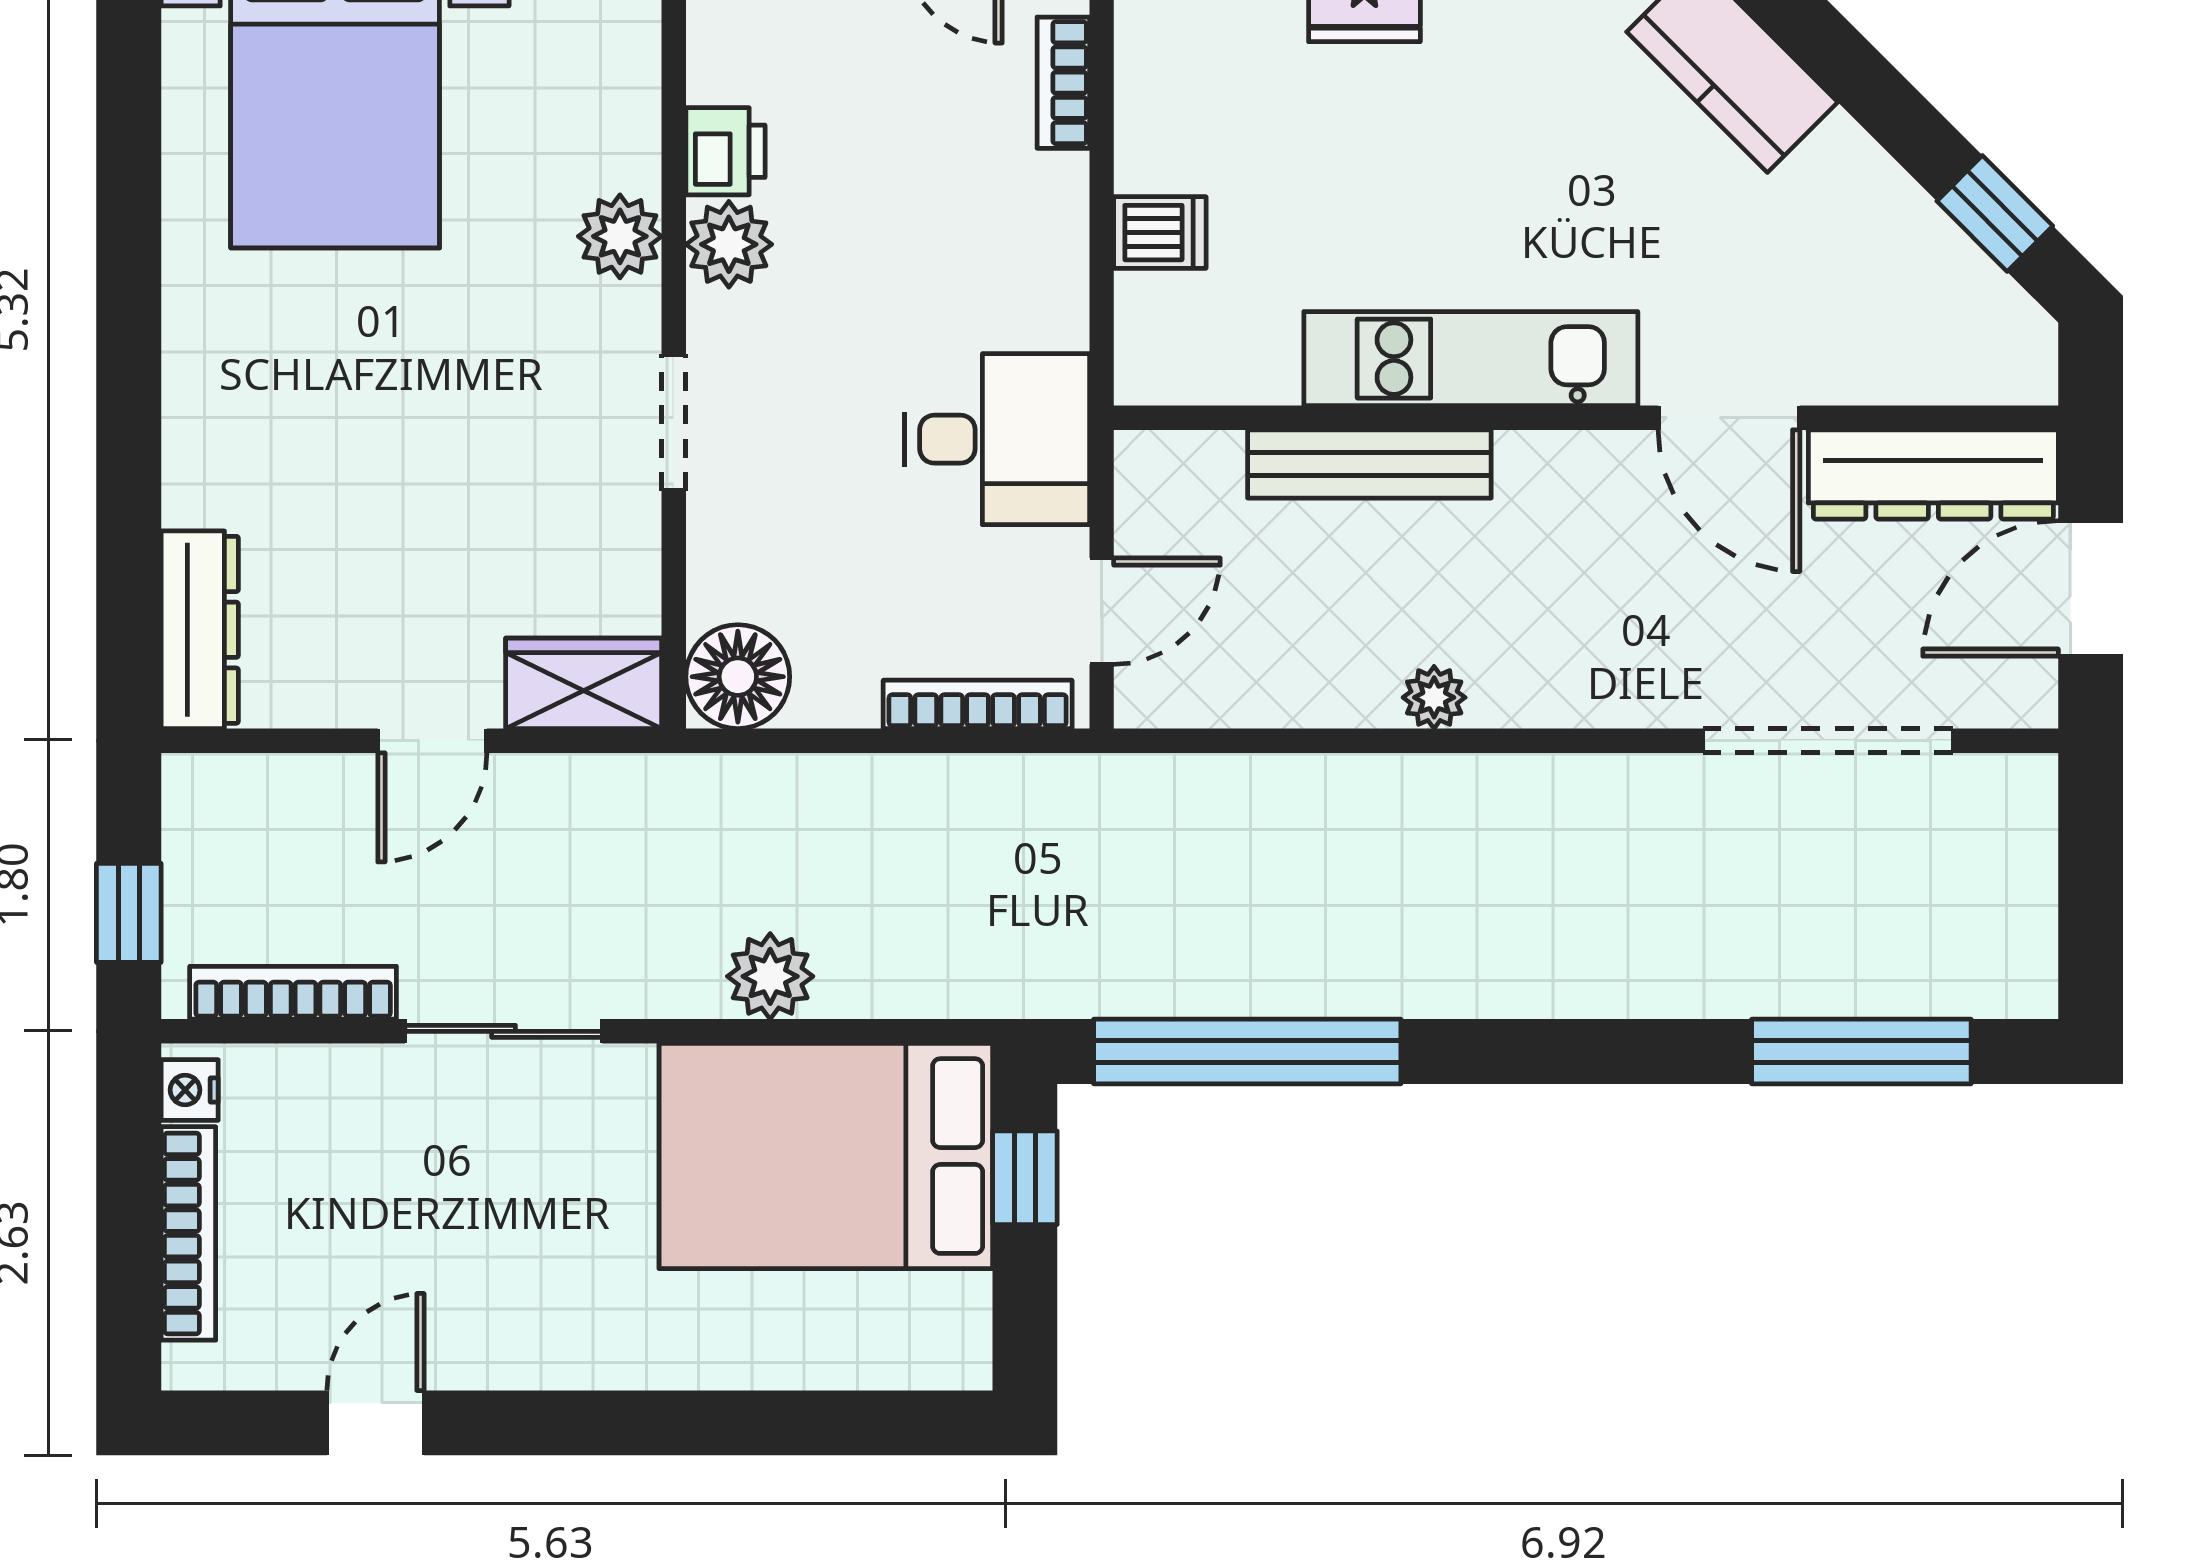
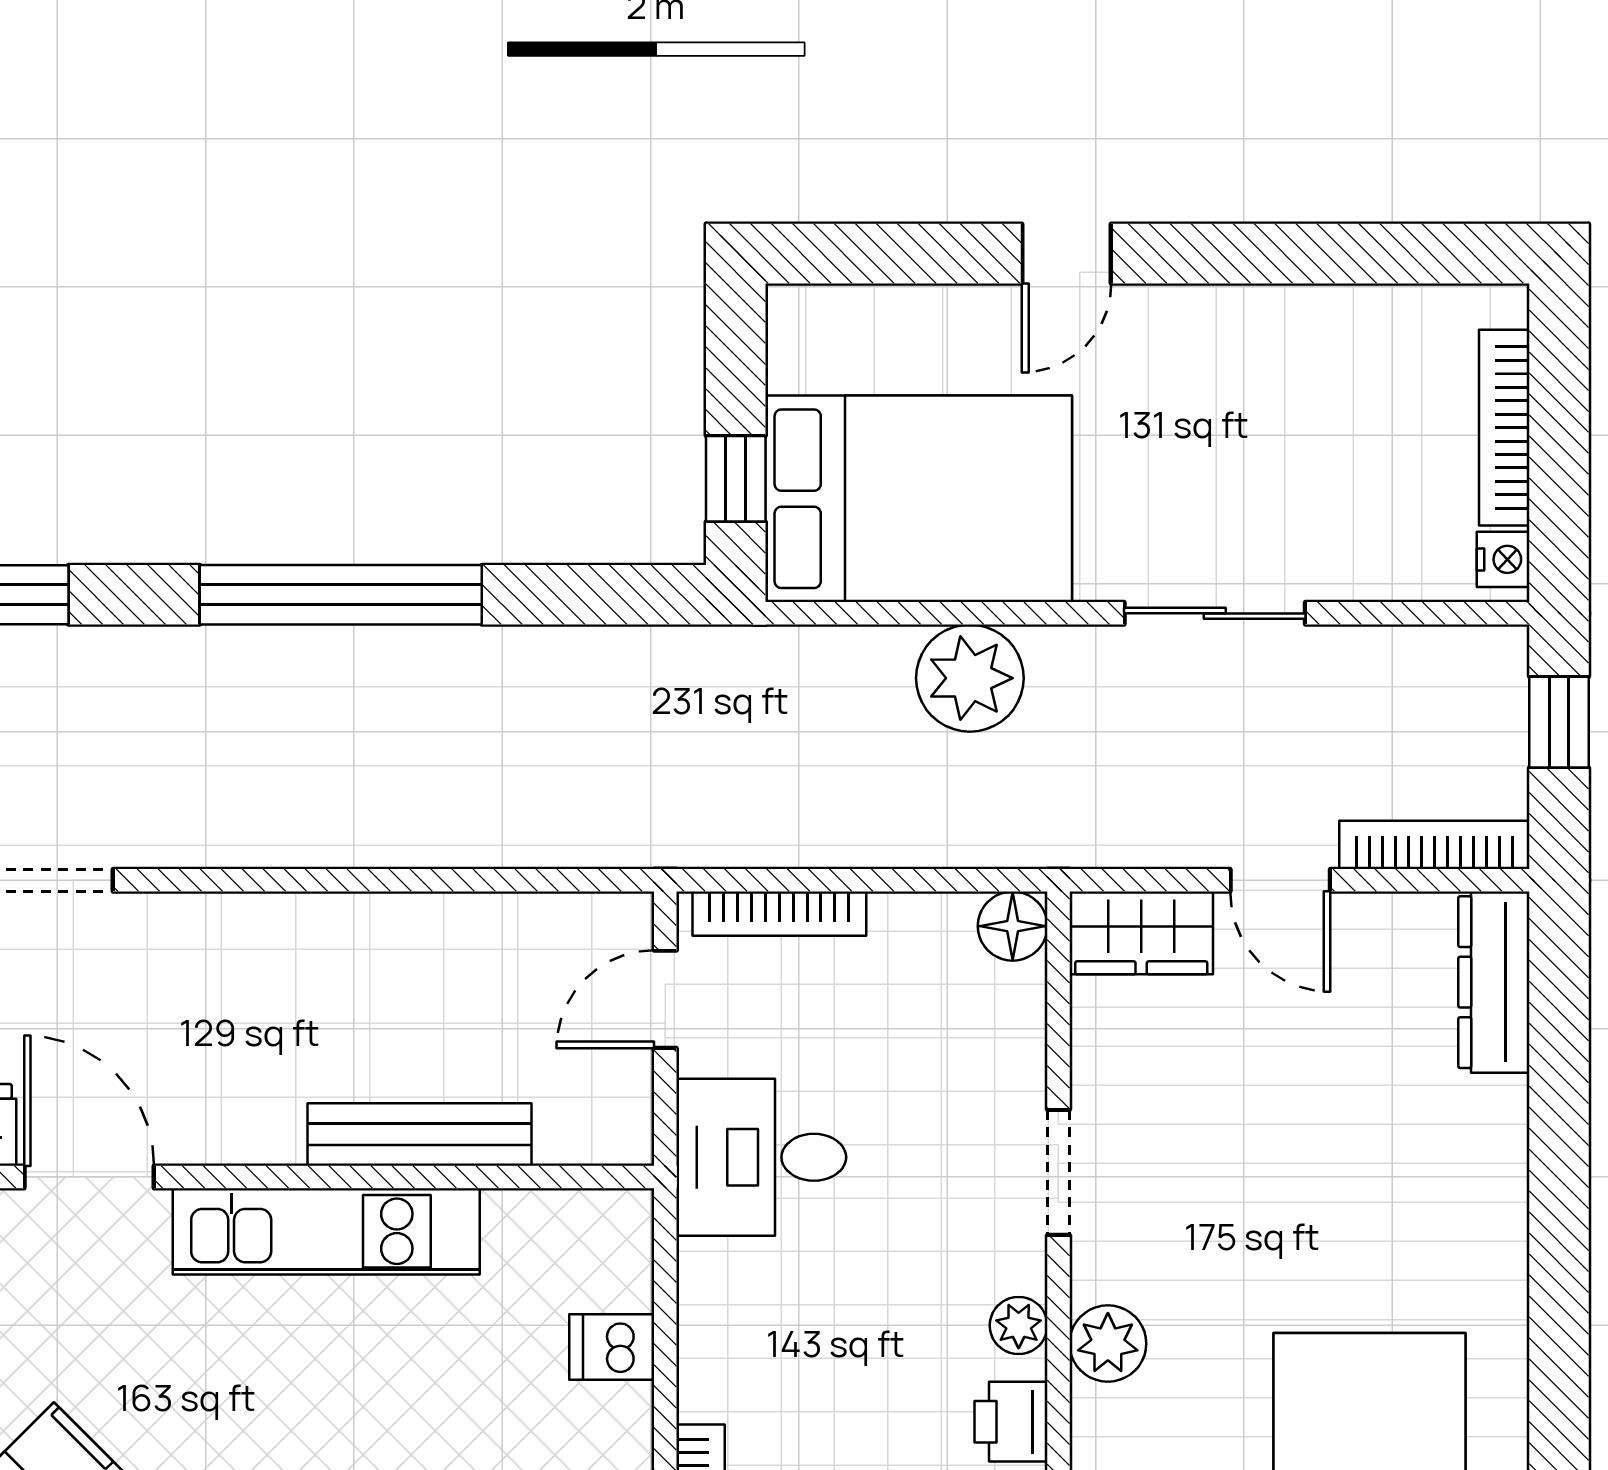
plant: (729, 244) -> (1019, 1325), width x0.73, depth x0.73
floor lamp: (738, 677) -> (1013, 926), width x0.73, depth x0.73
plant: (1434, 697) -> (360, 920), removed
door: (432, 741) -> (1280, 880), swing flipped
plant: (770, 976) -> (970, 678), width x1.36, depth x1.36
bookcase: (293, 993) -> (1434, 845), moved, turned 180
window: (1247, 1052) -> (341, 595), moved
door: (375, 1423) -> (1067, 254), moved

